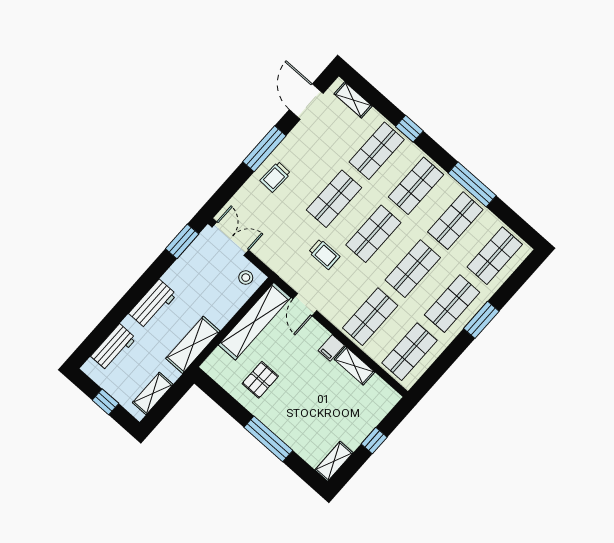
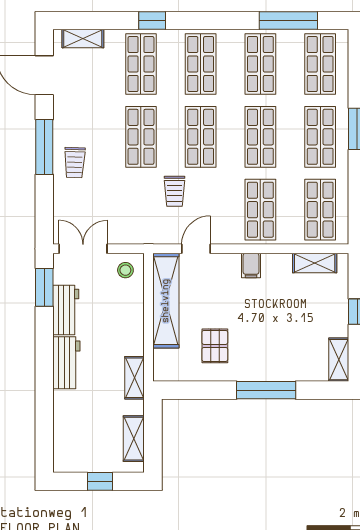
window: (472, 184) -> (288, 21), moved
trolley: (324, 254) -> (174, 191), turned 90
door: (305, 305) -> (196, 249), swing flipped
shelving: (193, 345) -> (135, 378), width x0.67, depth x0.75
workbench: (113, 347) -> (66, 310), moved
shelving: (354, 366) -> (315, 263), moved

